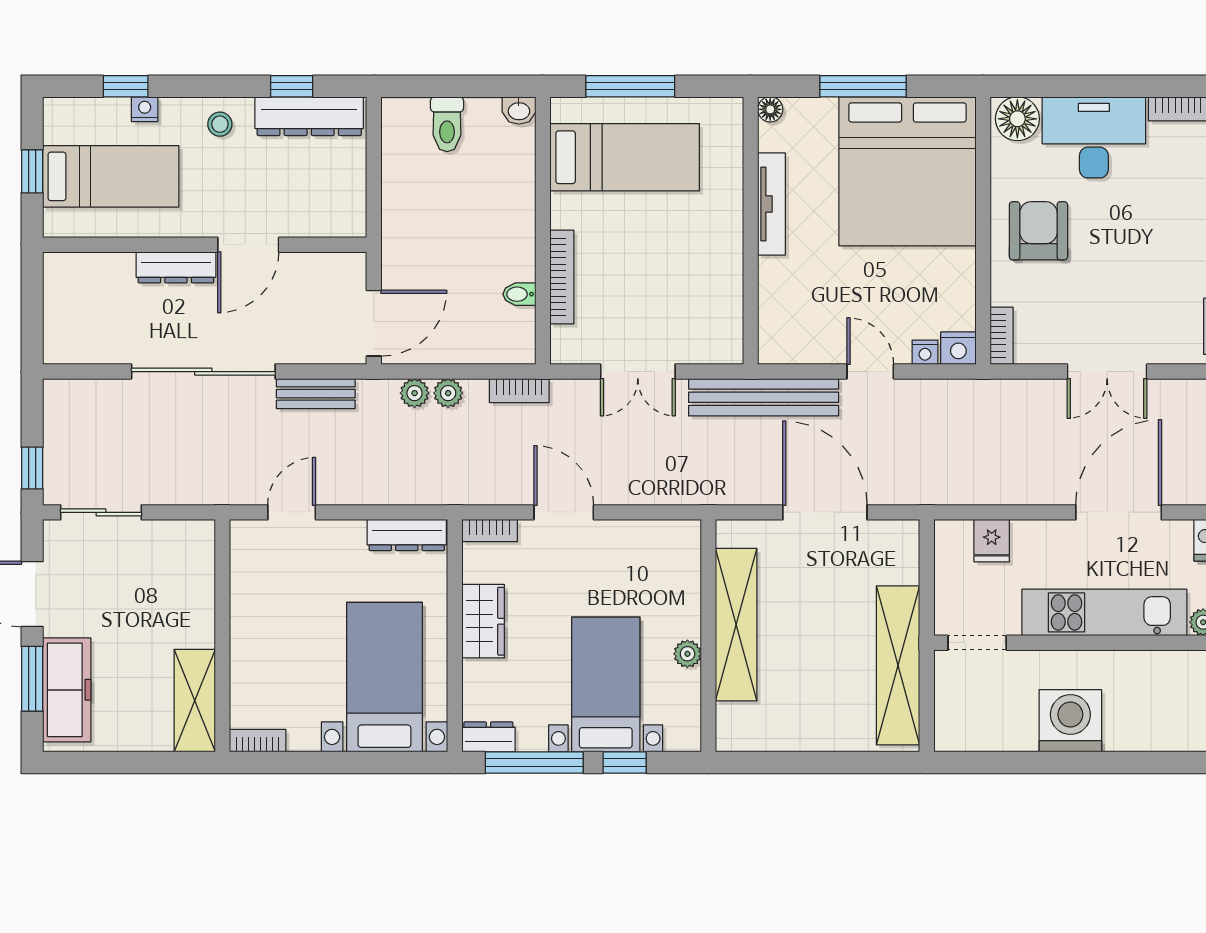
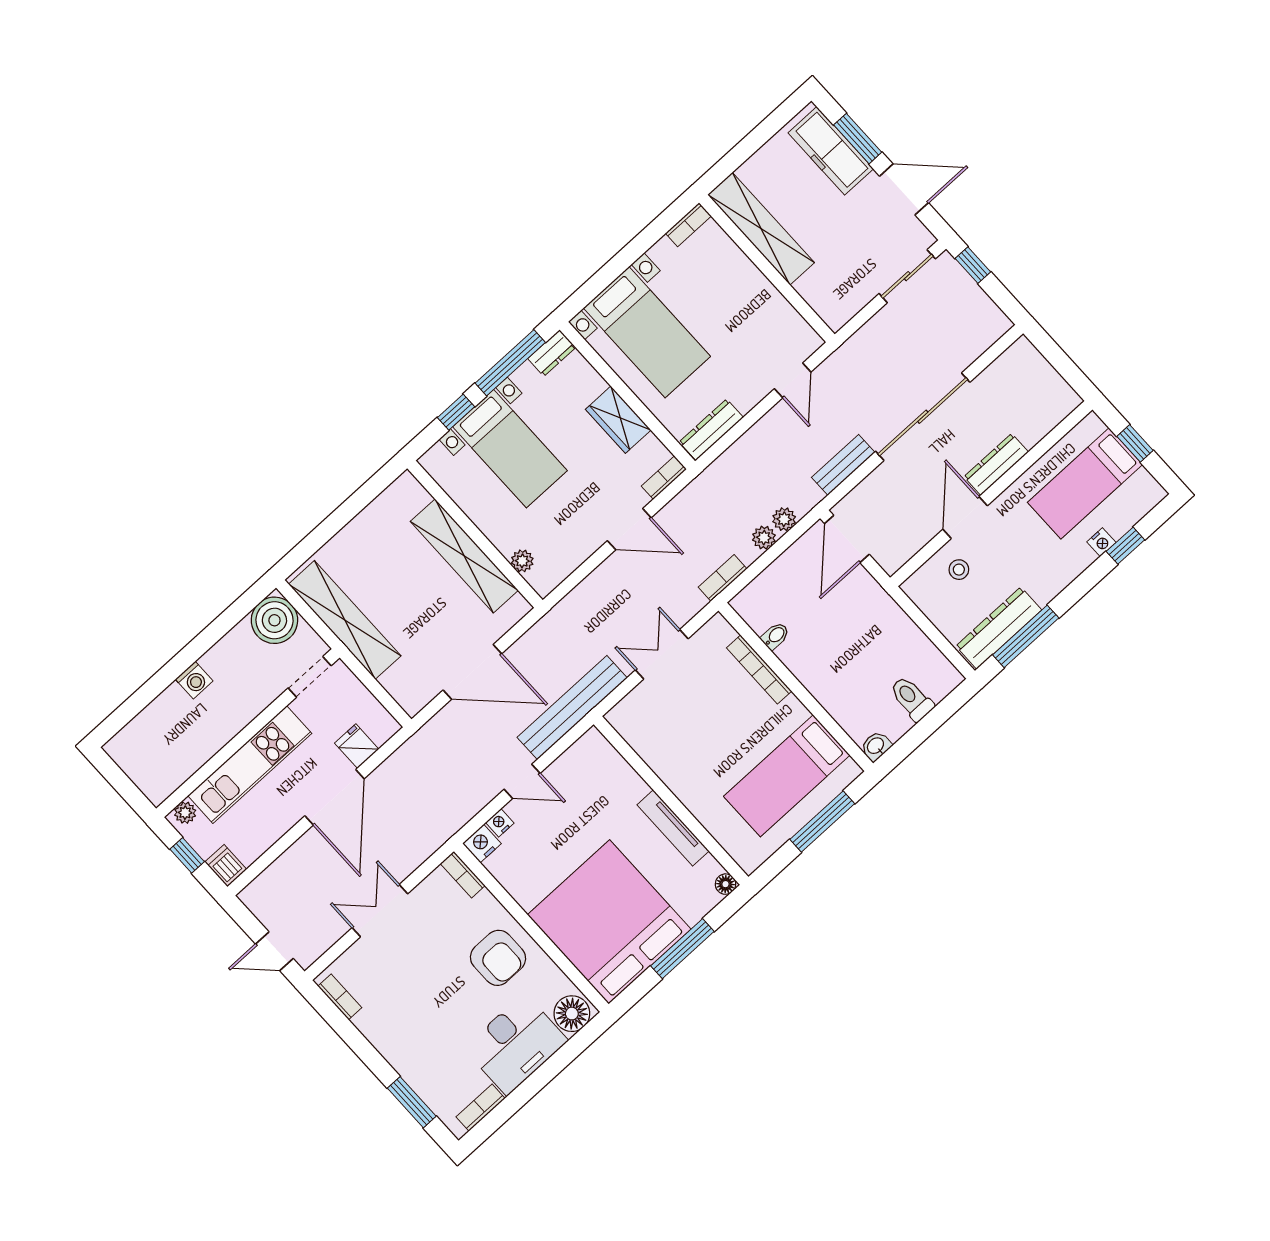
window: (292, 86) -> (1026, 636), width x2.17
stool: (220, 124) -> (959, 570), moved
door: (1119, 512) -> (335, 797), moved
plant: (687, 654) -> (522, 561), moved
shelving: (195, 701) -> (761, 229), width x1.47
washing machine: (1070, 721) -> (194, 680), width x0.53, depth x0.53
boiler: (962, 723) -> (274, 620), added

